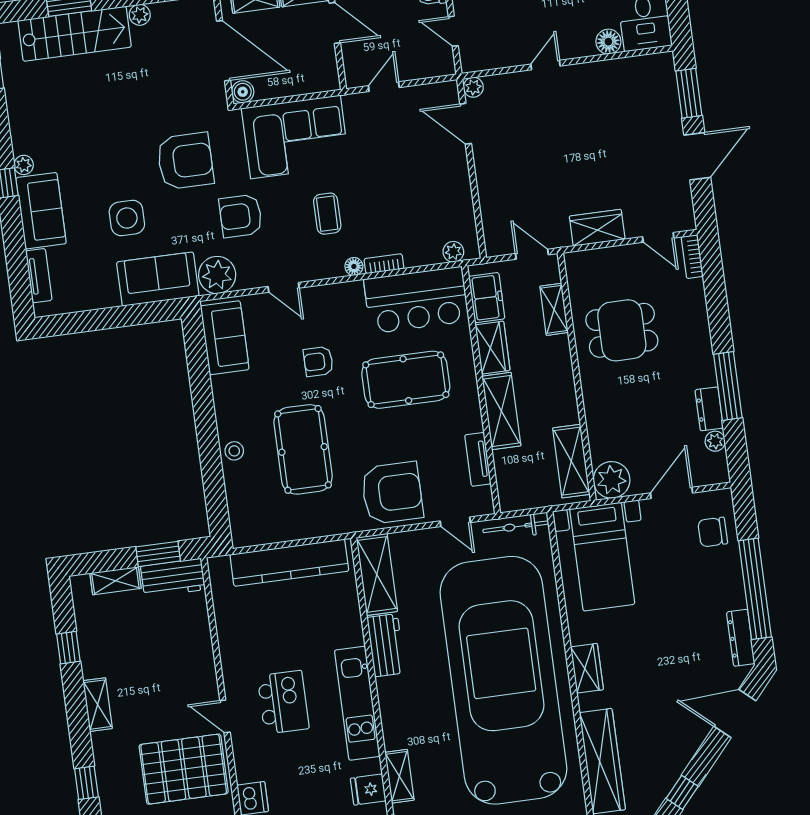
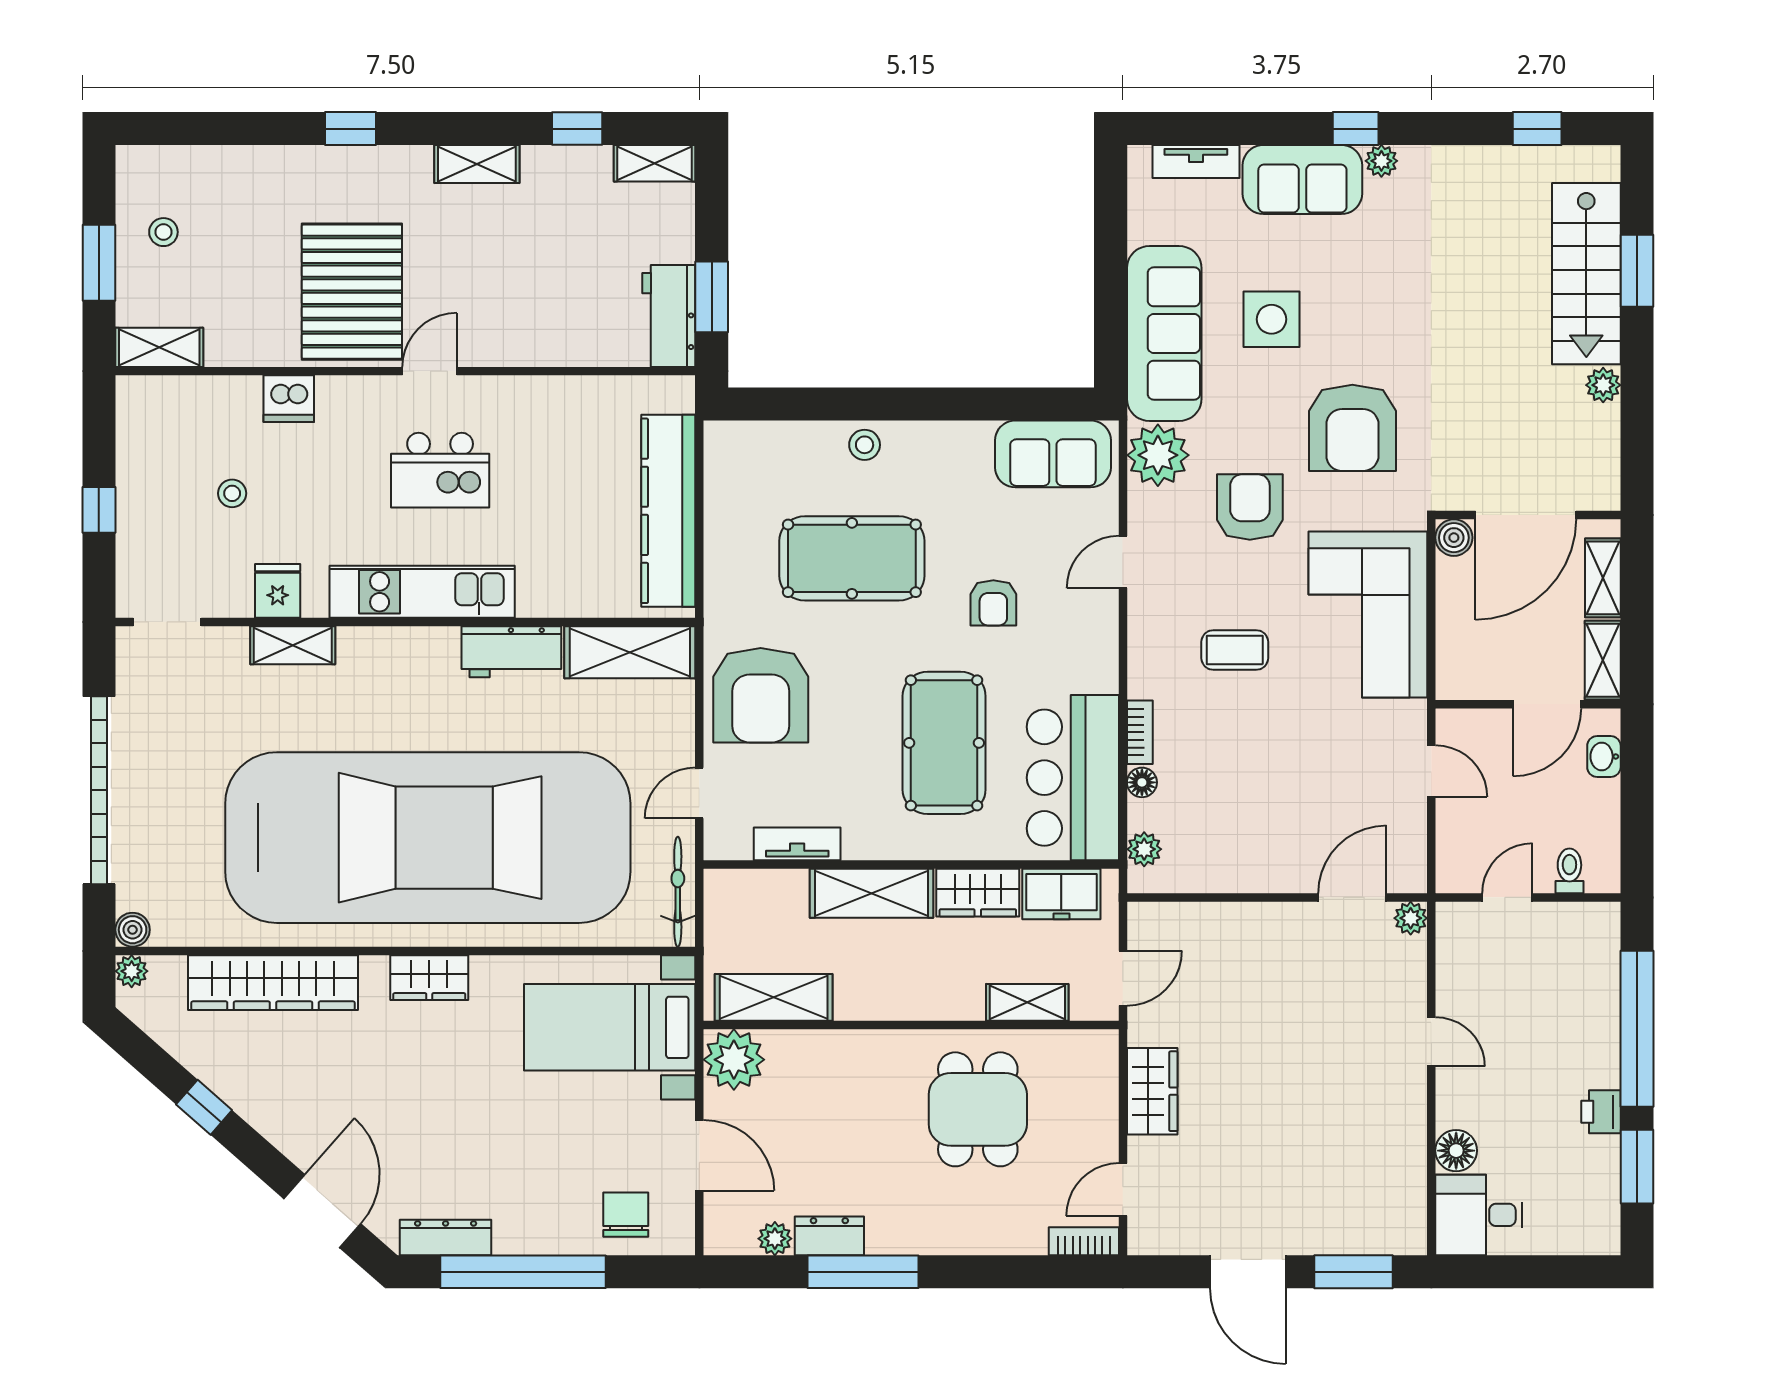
floor lamp: (354, 266) -> (1142, 782), moved
sofa: (158, 279) -> (1164, 333), width x1.36
armchair: (318, 361) -> (993, 603), turned 180
shelving: (115, 581) -> (655, 163), moved, turned 90

